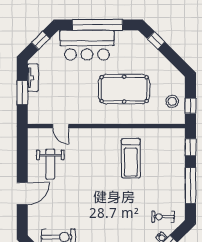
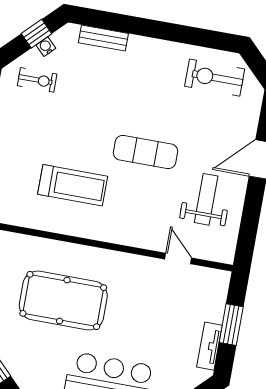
treadmill: (131, 158) -> (73, 185), turned 90
exercise mat: (91, 186) -> (146, 152), added

